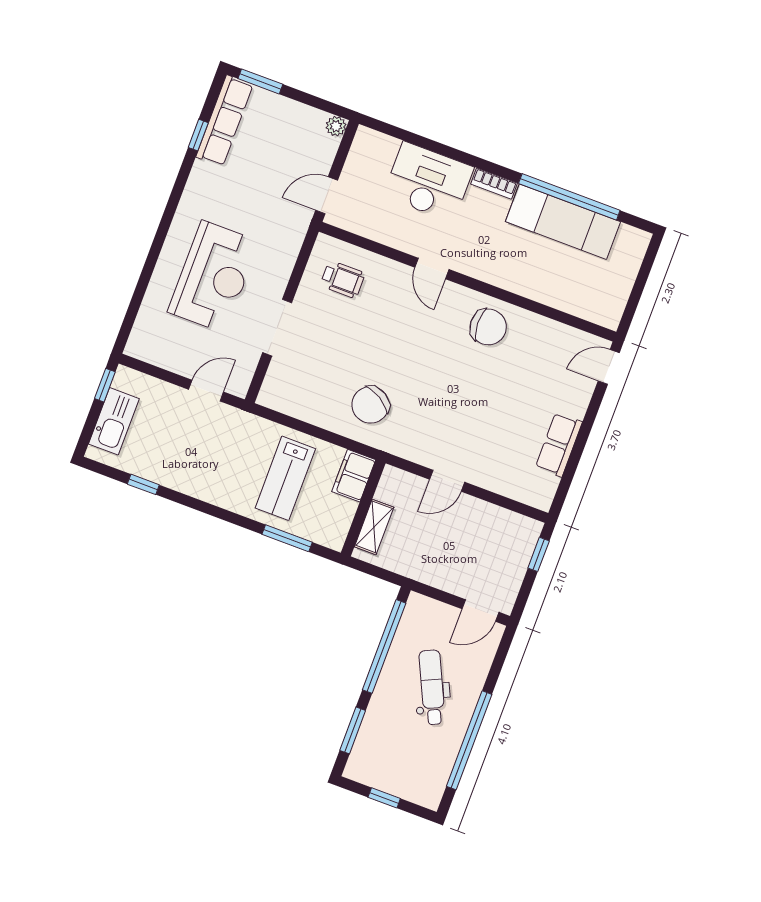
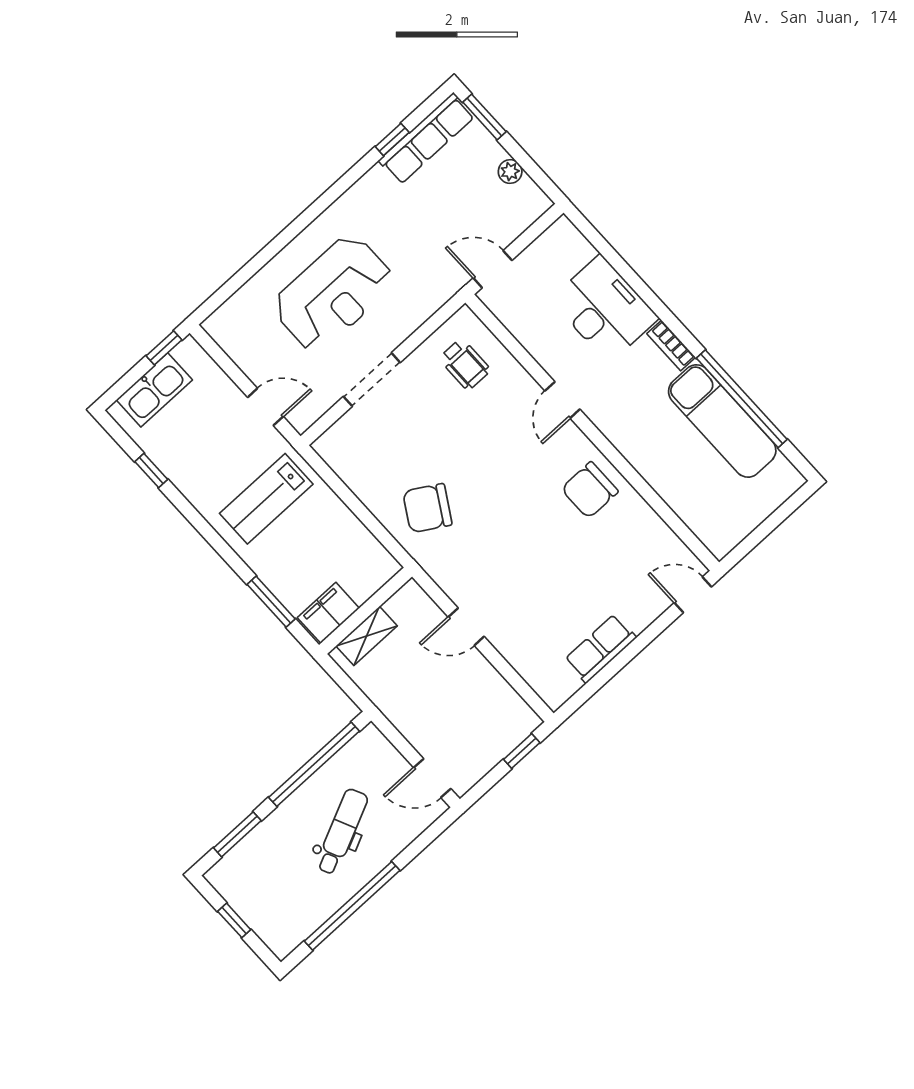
plant: (336, 126) -> (510, 172), moved
chair: (488, 327) -> (590, 490), turned 92
filing cabinet: (354, 476) -> (328, 613), moved
lab bench: (285, 478) -> (266, 499), moved

